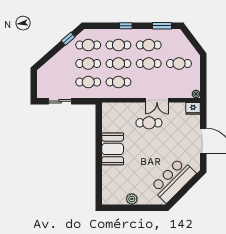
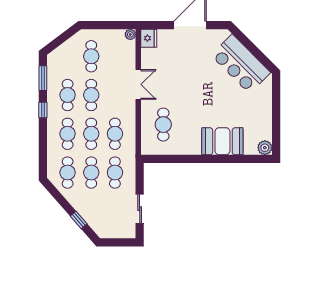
window: (126, 26) -> (43, 110), moved
window: (68, 39) -> (79, 220), moved
cafe table: (149, 123) -> (163, 125), moved
booth: (113, 149) -> (222, 141), moved
plant: (132, 199) -> (265, 148), moved

